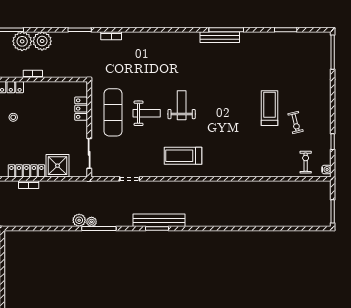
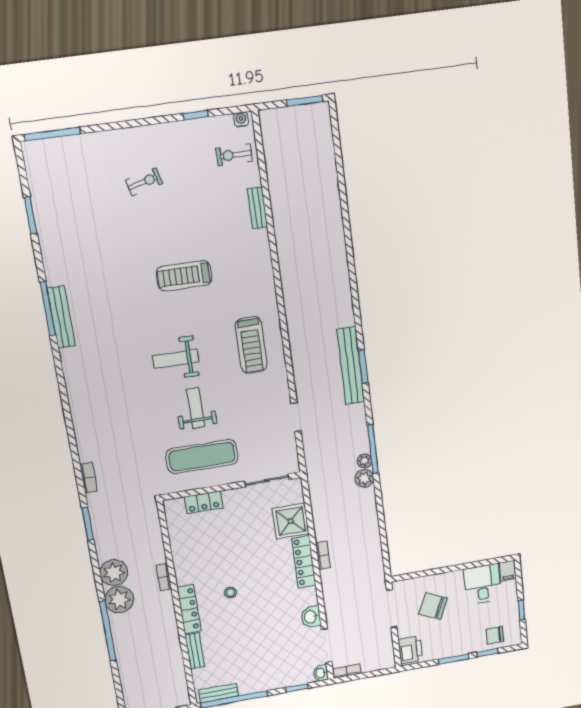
treadmill: (269, 108) -> (184, 276), moved
exercise bike: (296, 123) -> (144, 182), moved
bench: (271, 172) -> (257, 208), added

